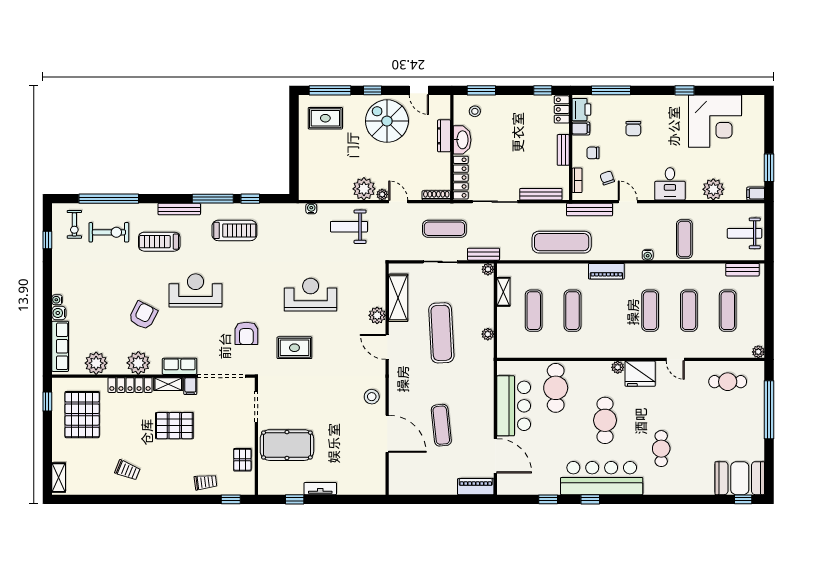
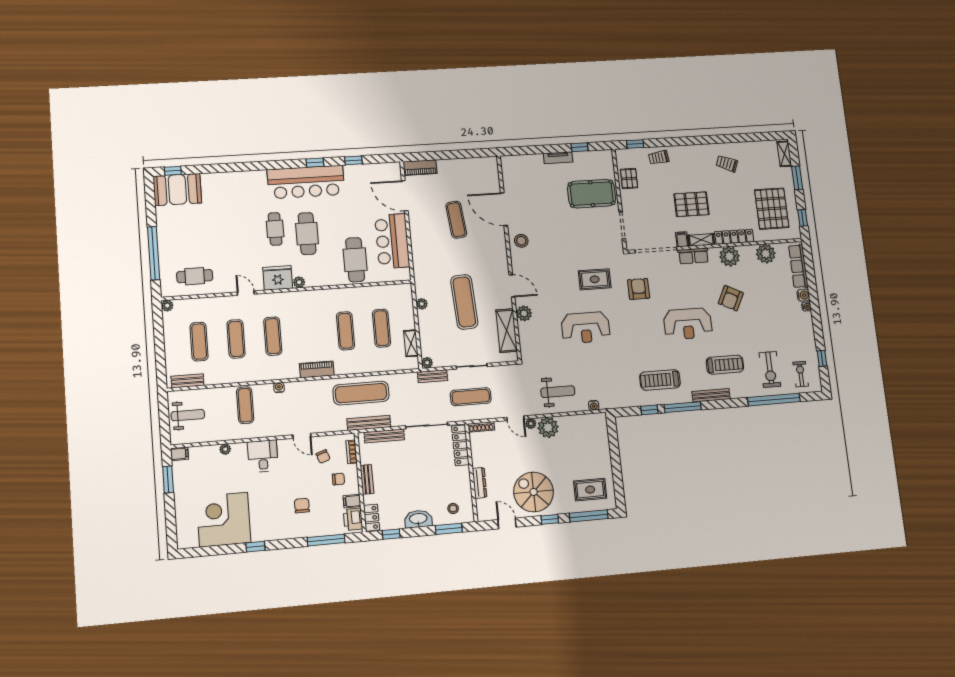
spiral stairs: (387, 121) -> (534, 492), turned 180
washbasin: (462, 140) -> (418, 519), moved, turned 90
plant: (713, 189) -> (225, 449), width x0.53, depth x0.53
bench: (590, 210) -> (369, 423), moved
exercise bike: (109, 232) -> (770, 369), turned -90
window: (47, 449) -> (797, 178), added
cafe table: (661, 449) -> (275, 229), moved

